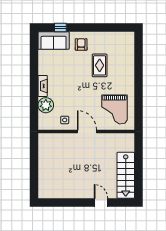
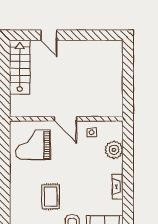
fireplace: (43, 86) -> (118, 187), moved
grand piano: (114, 109) -> (33, 145), turned -90

